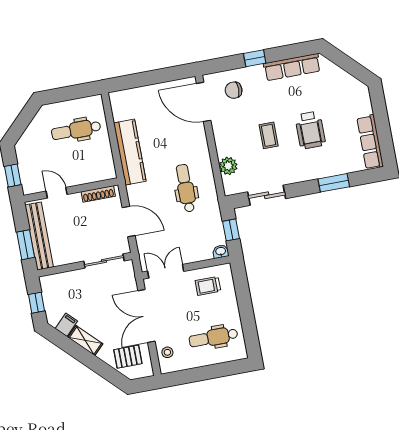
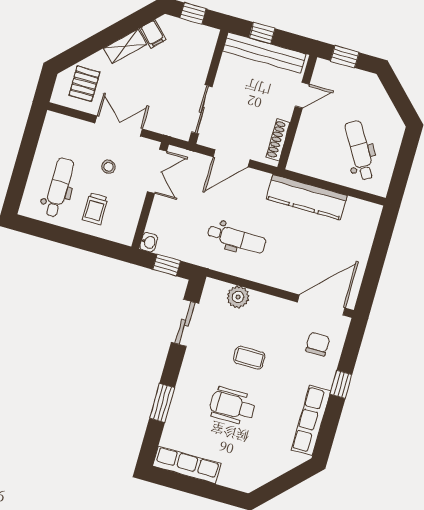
dental chair: (76, 130) -> (360, 150), turned -31
window: (26, 245) -> (262, 33), width x0.67
trolley: (208, 286) -> (95, 209), moved, turned 180
double door: (146, 316) -> (119, 126), width x0.73
stool: (167, 352) -> (108, 167), moved

